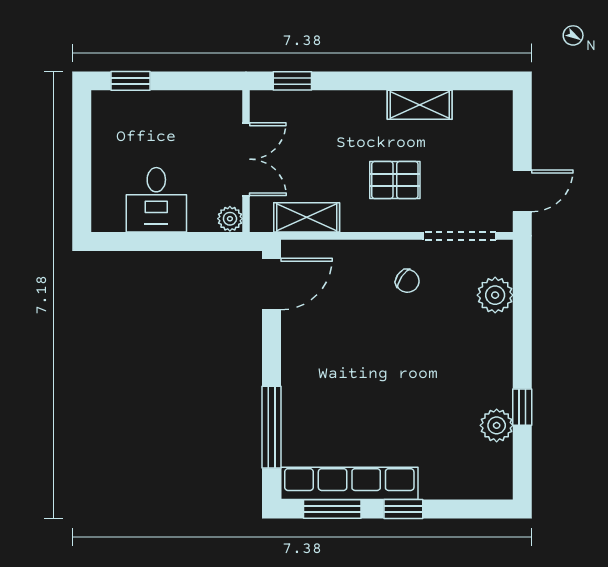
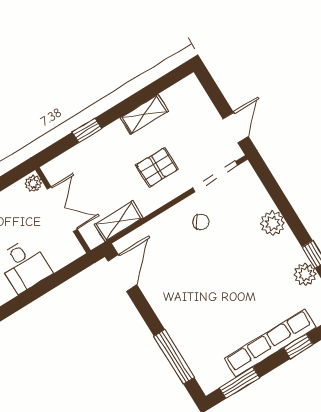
window: (292, 81) -> (87, 130), moved
plant: (230, 219) -> (33, 183), moved
plant: (495, 295) -> (273, 223), moved
row of seats: (349, 483) -> (270, 343), moved
window: (403, 509) -> (298, 346), moved

